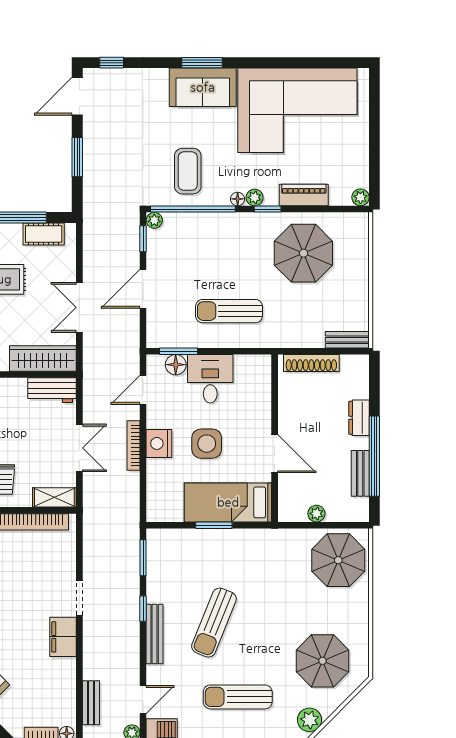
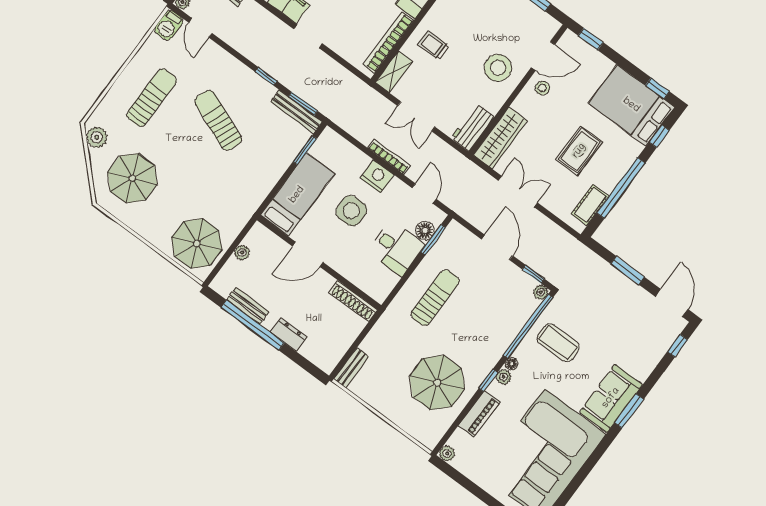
shoe rack: (311, 363) -> (353, 301), moved, turned -90
window: (214, 525) -> (305, 150), moved
bench: (155, 634) -> (296, 112), moved

